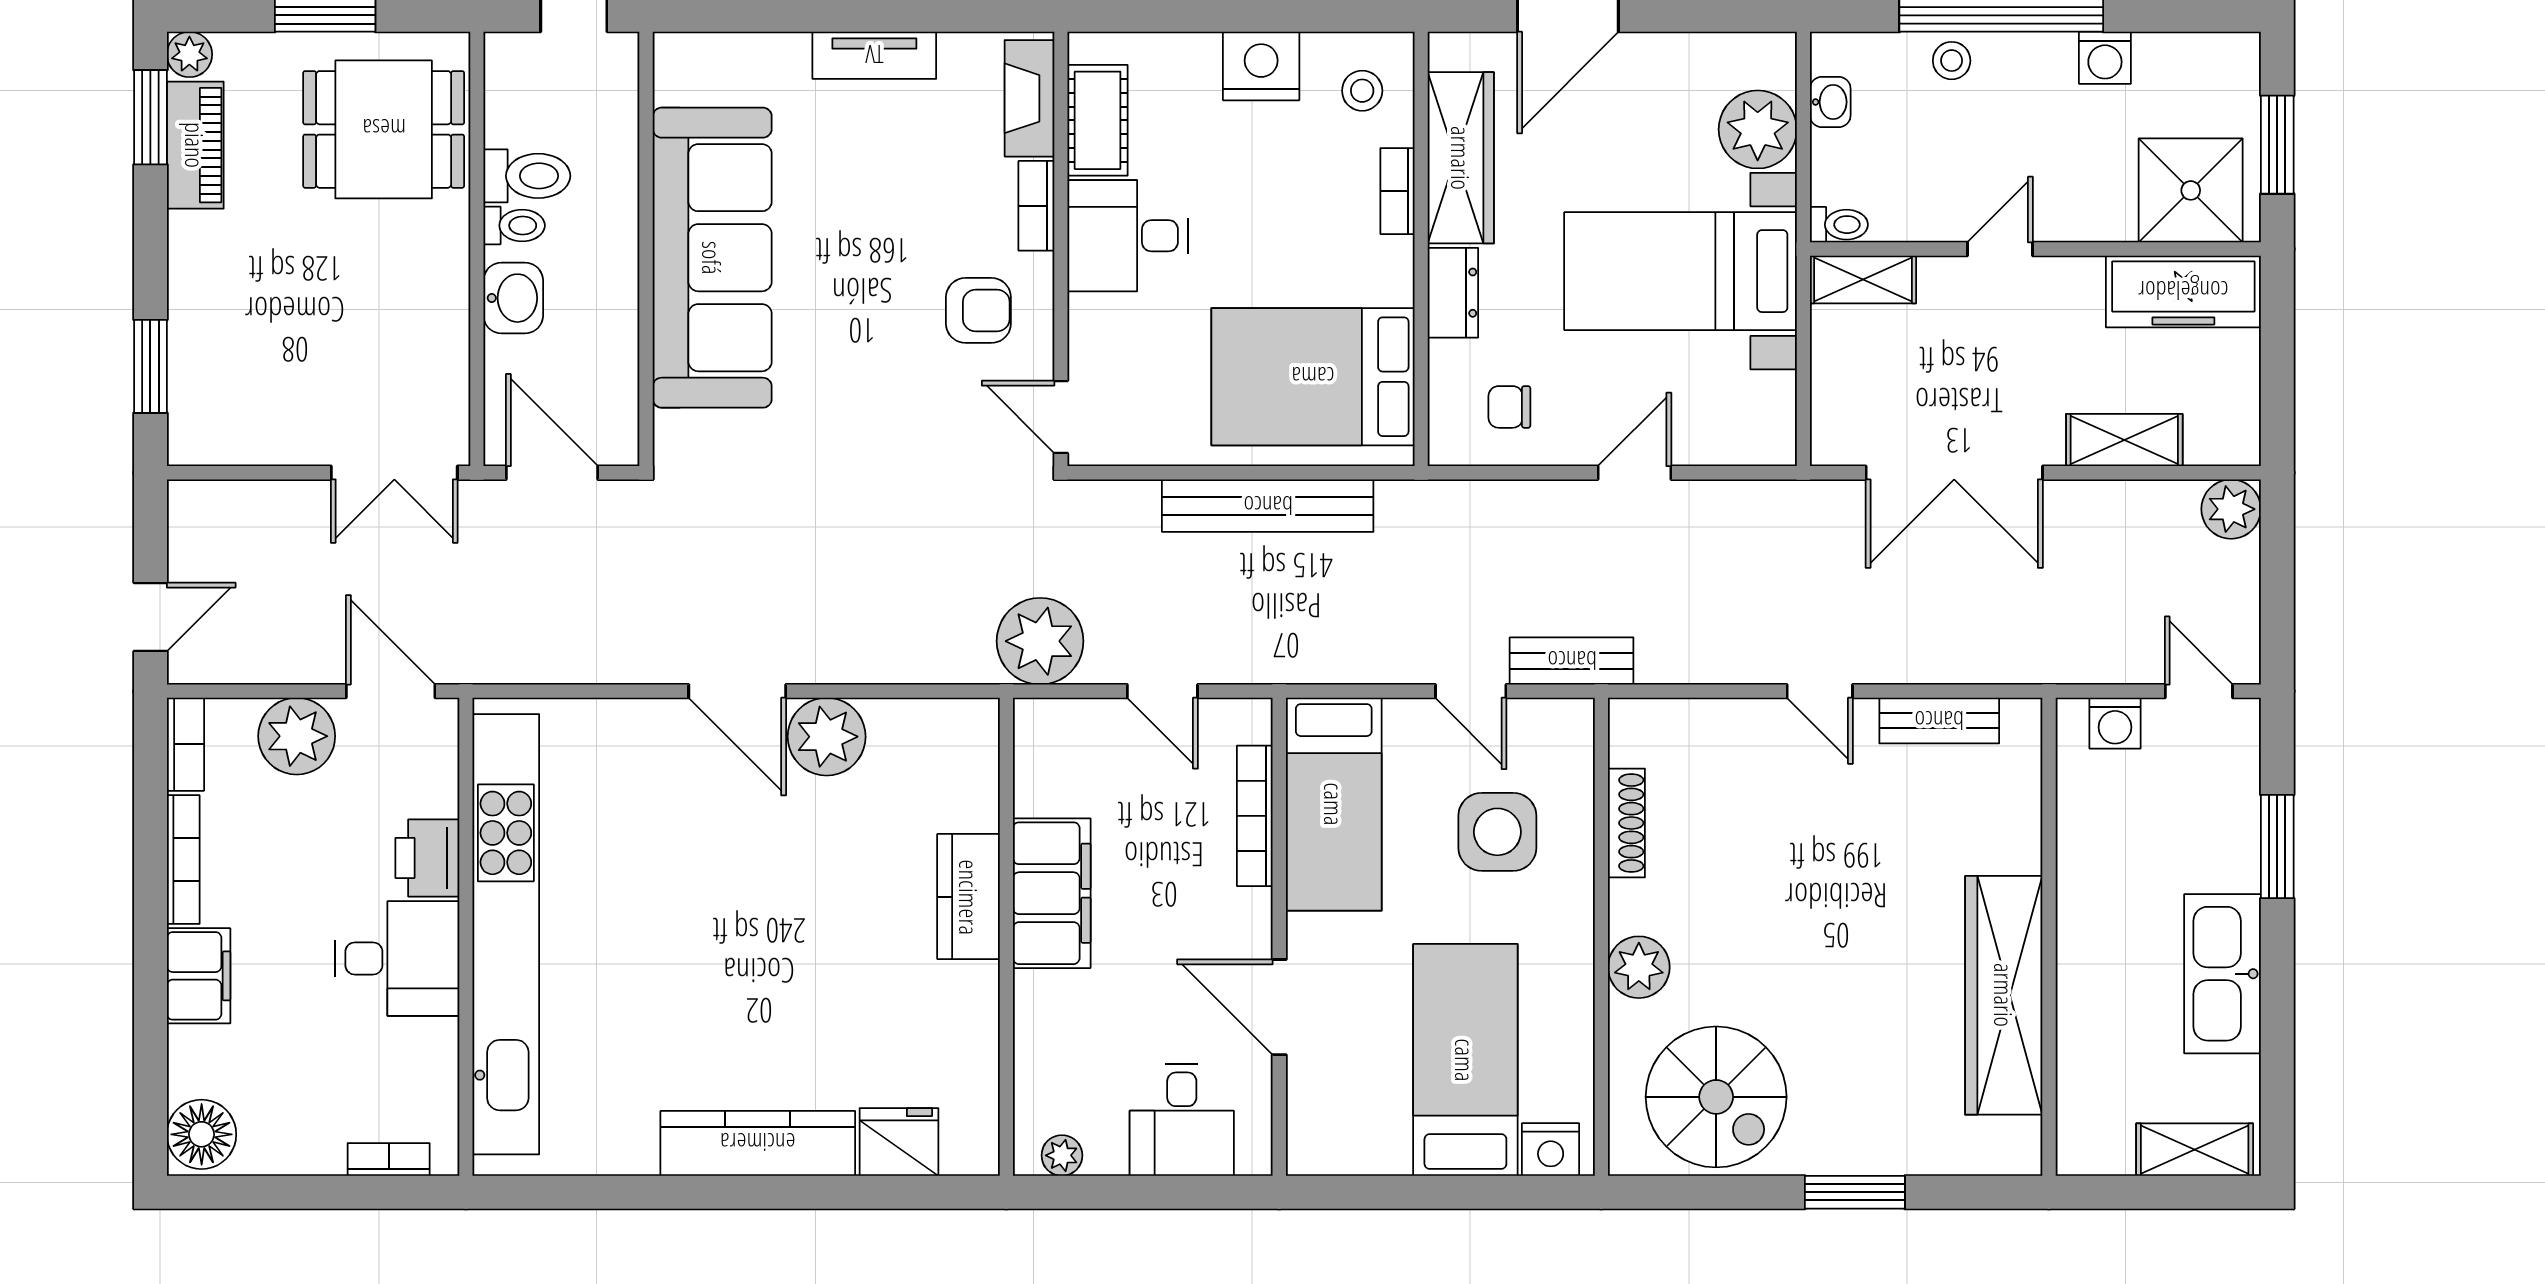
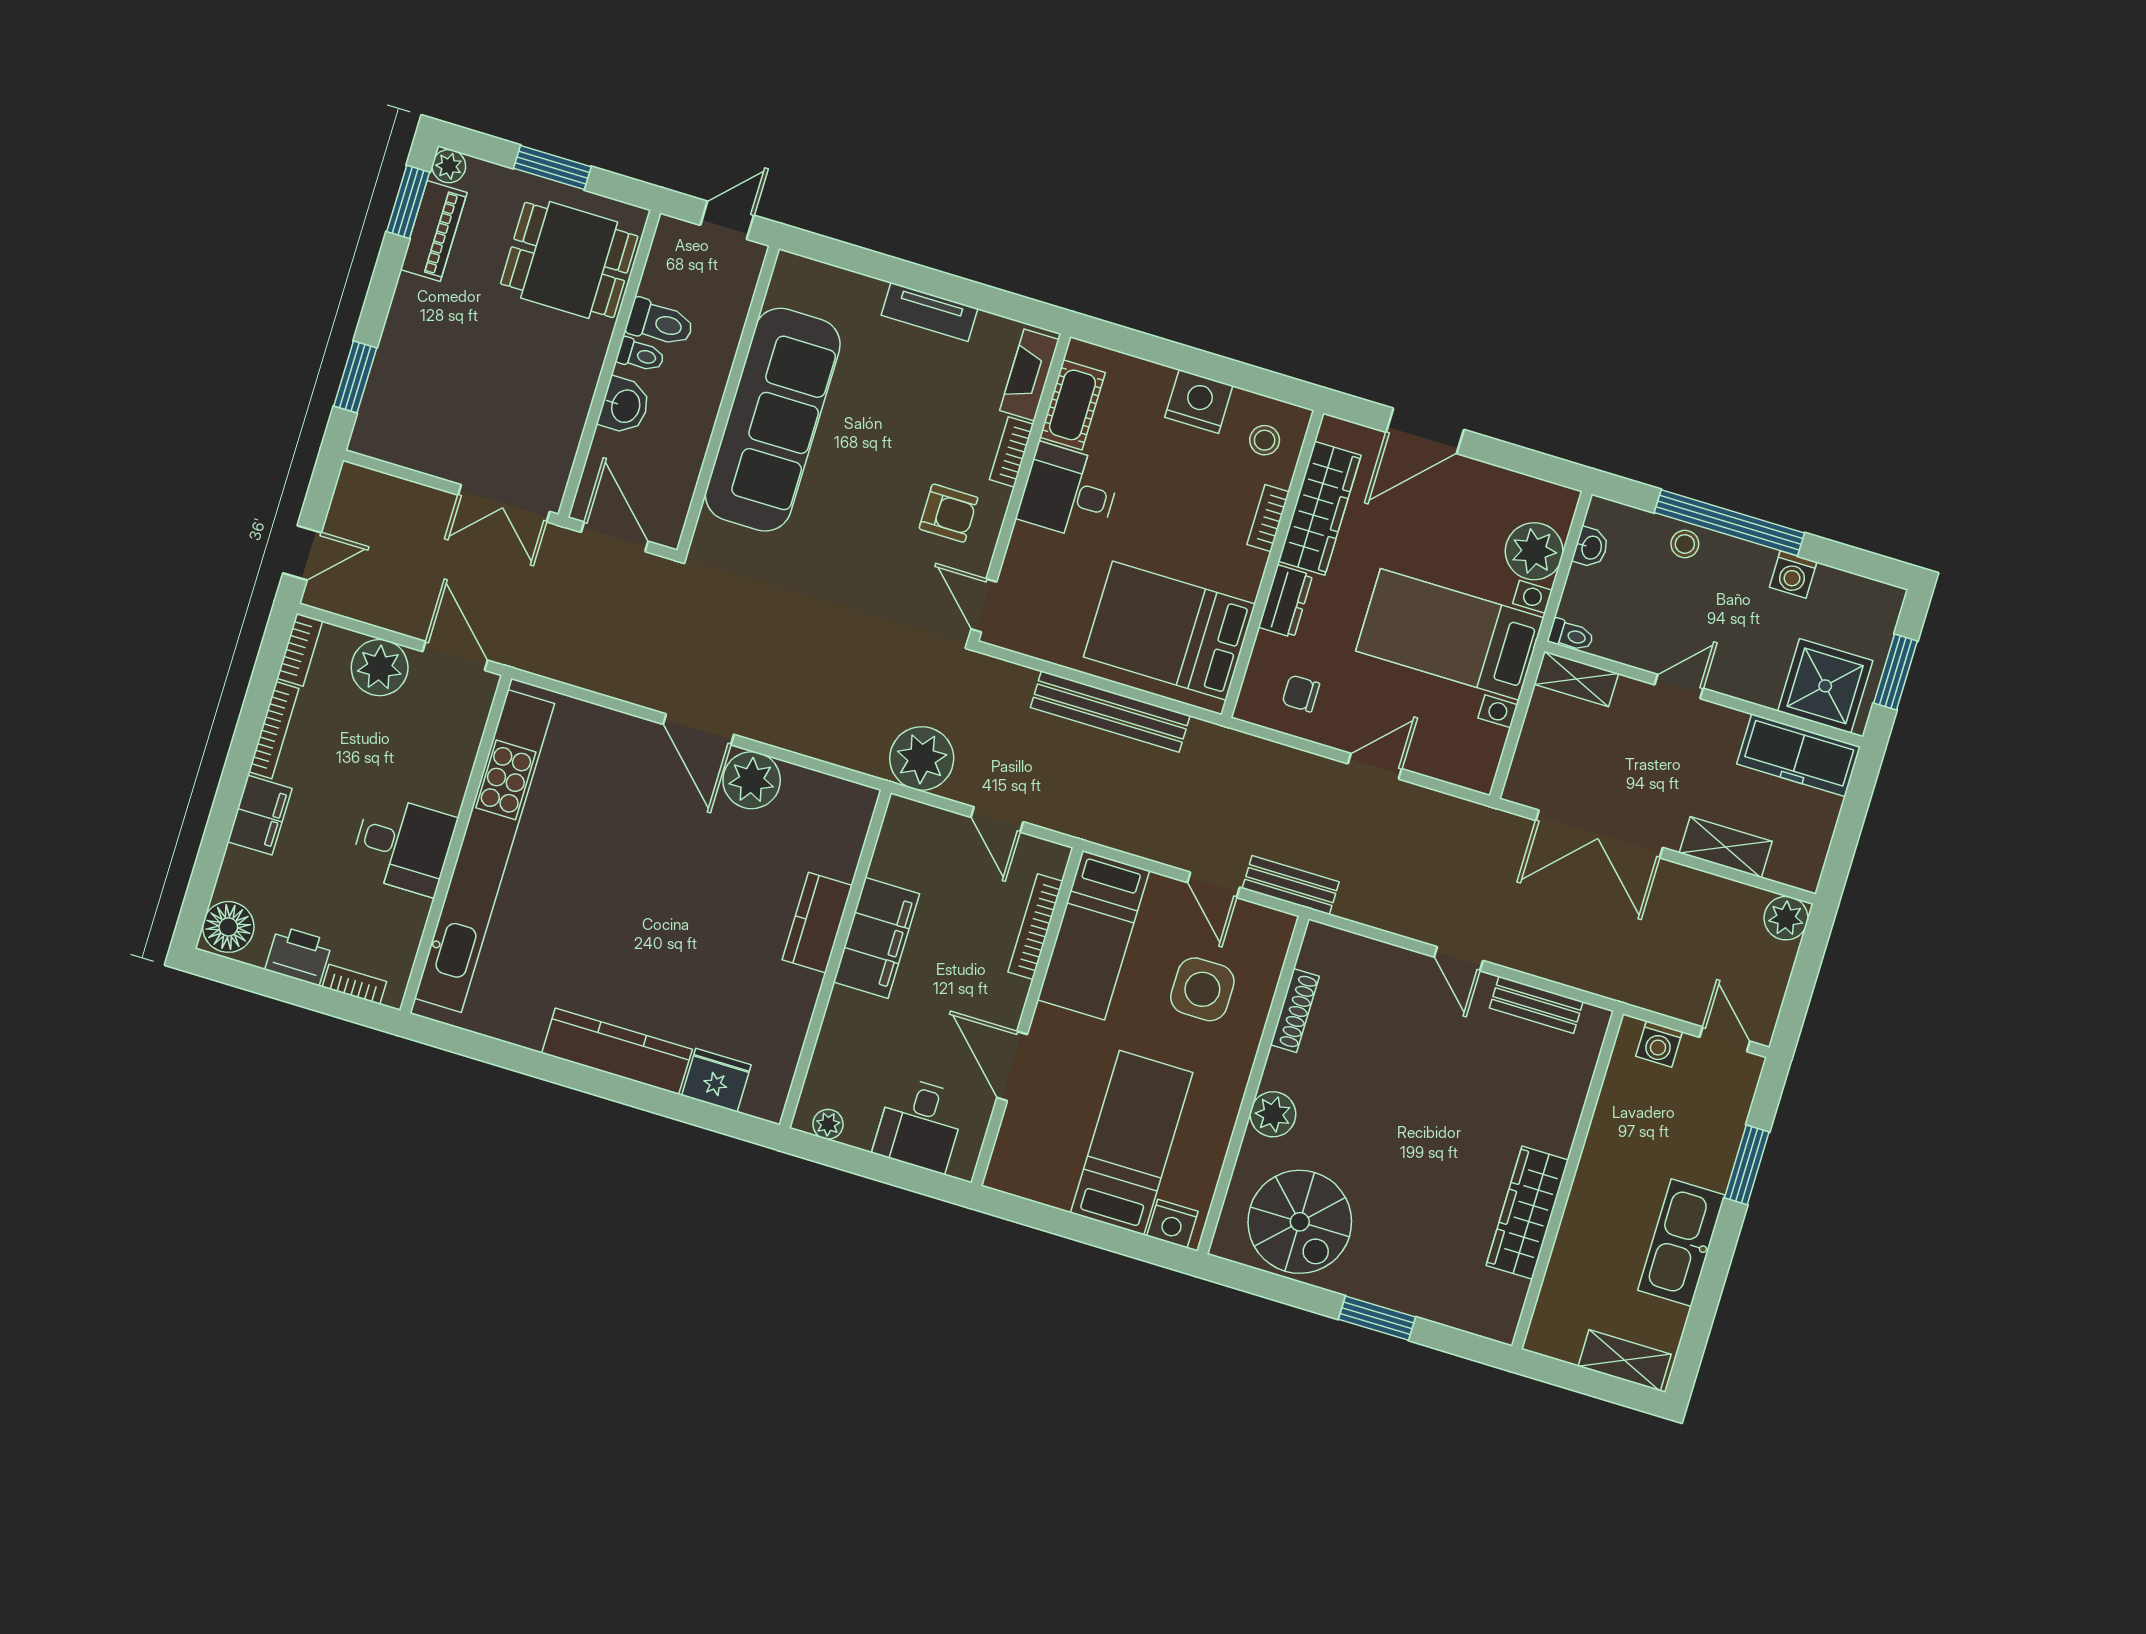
printer: (427, 858) -> (299, 956), moved, turned 90
wardrobe: (2004, 995) -> (1527, 1213), width x0.71, depth x0.85

